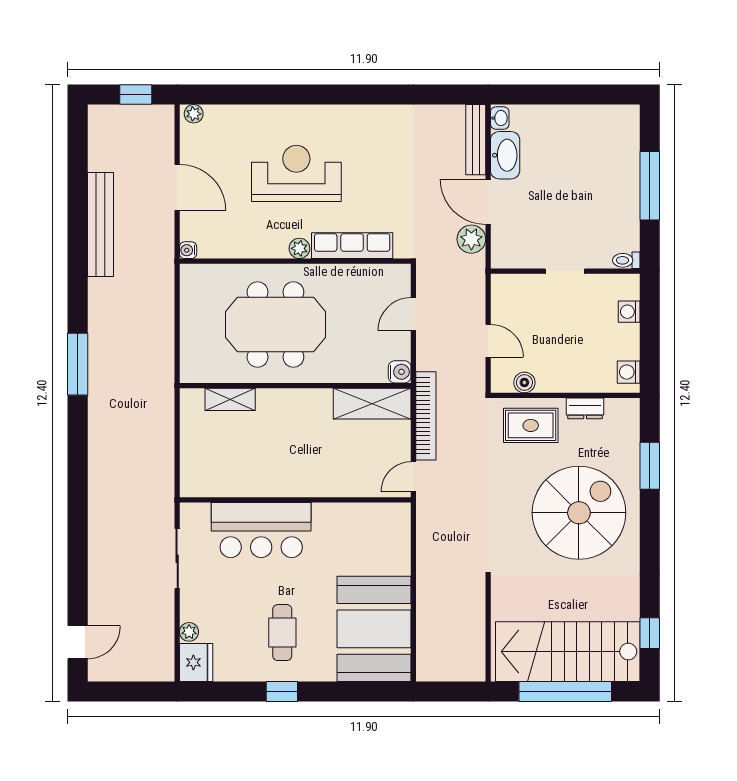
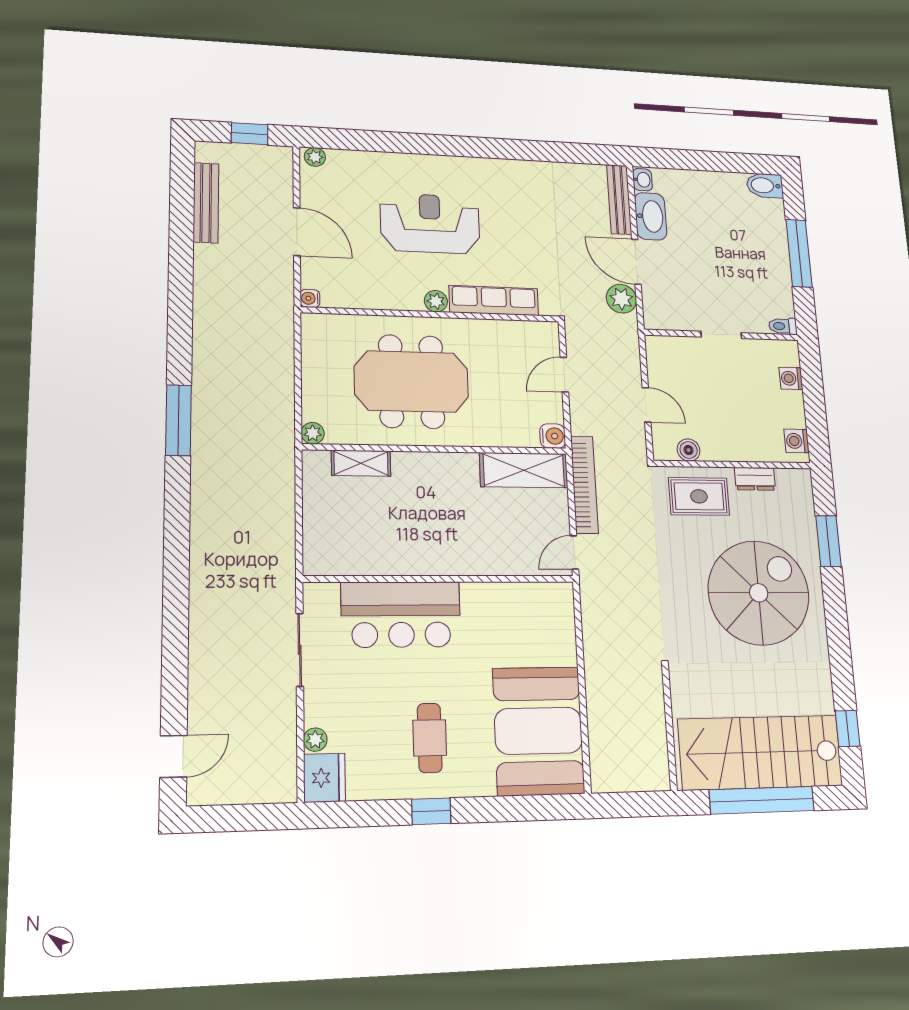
bidet: (622, 117) -> (765, 185), added
bench: (100, 225) -> (206, 203), moved, width x0.73, depth x0.82
plant: (189, 373) -> (313, 433), added

